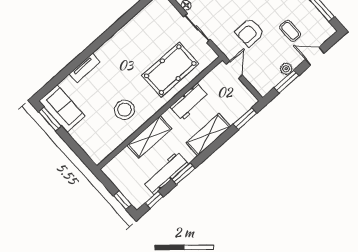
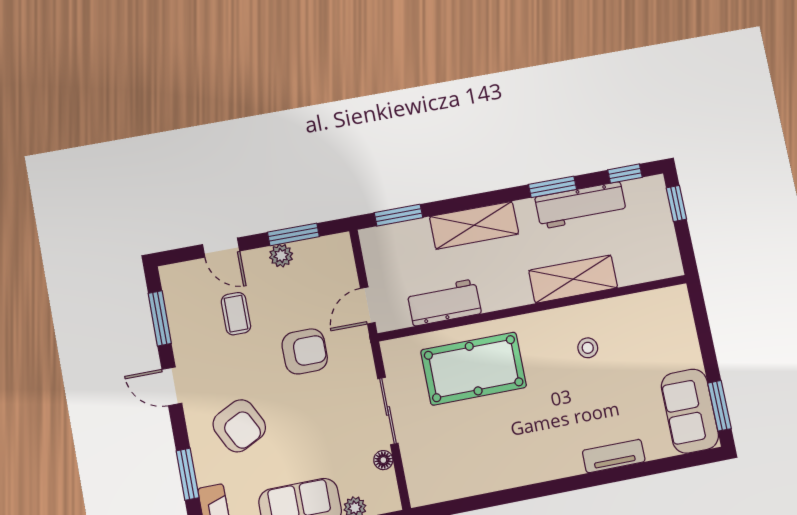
workbench: (189, 102) -> (444, 302), moved
stool: (125, 110) -> (588, 348), width x0.53, depth x0.53

